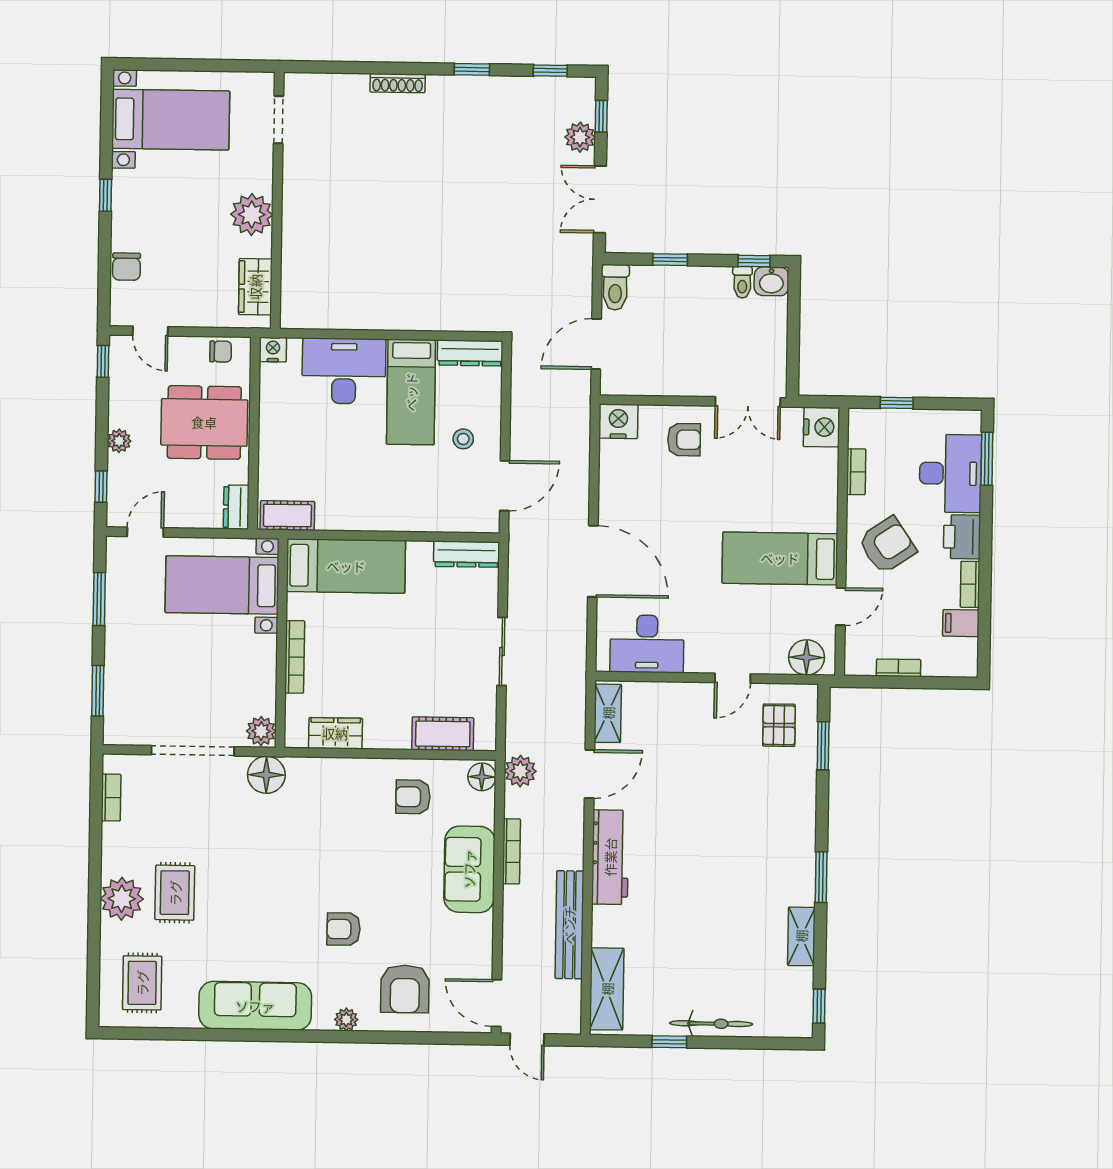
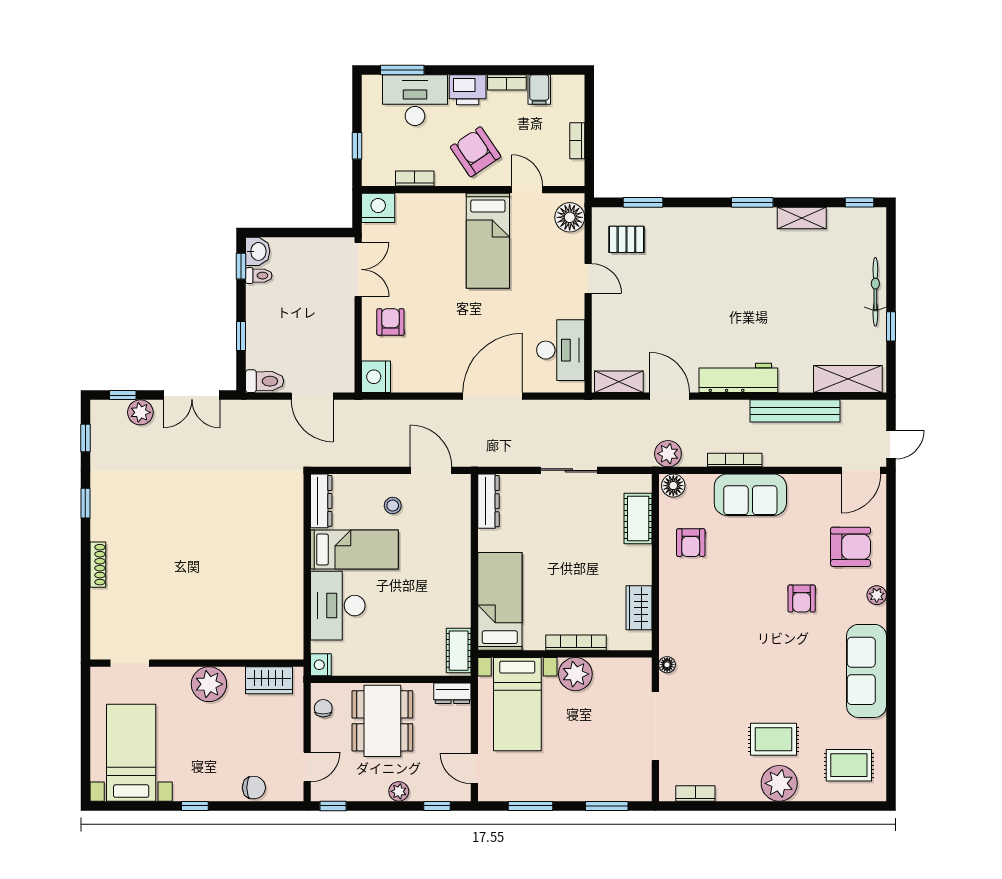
plant: (261, 731) -> (575, 674), moved, width x1.36, depth x1.36
floor lamp: (266, 775) -> (667, 665), width x0.53, depth x0.53

